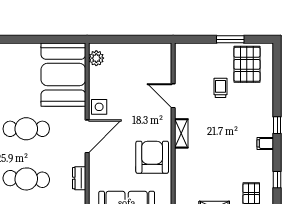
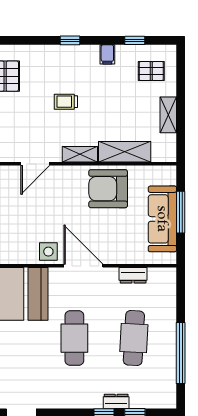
trolley: (220, 88) -> (66, 102), moved
filing cabinet: (265, 143) -> (107, 54), moved
shelving: (183, 171) -> (125, 152), added

